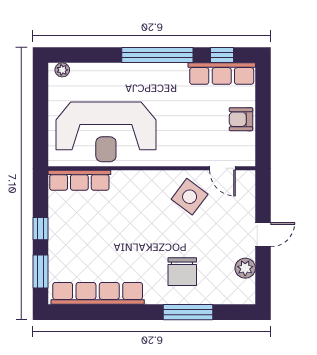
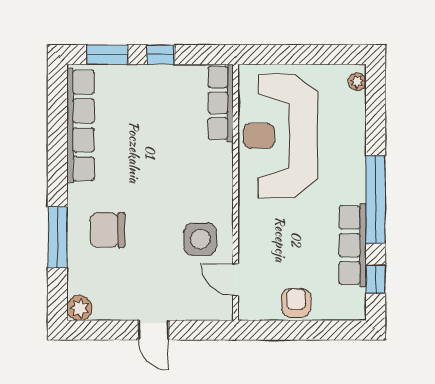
row of seats: (222, 74) -> (353, 245), moved
door: (222, 168) -> (235, 280), hinge flipped
side table: (190, 197) -> (200, 239), turned -37
plant: (245, 268) -> (79, 308), moved

